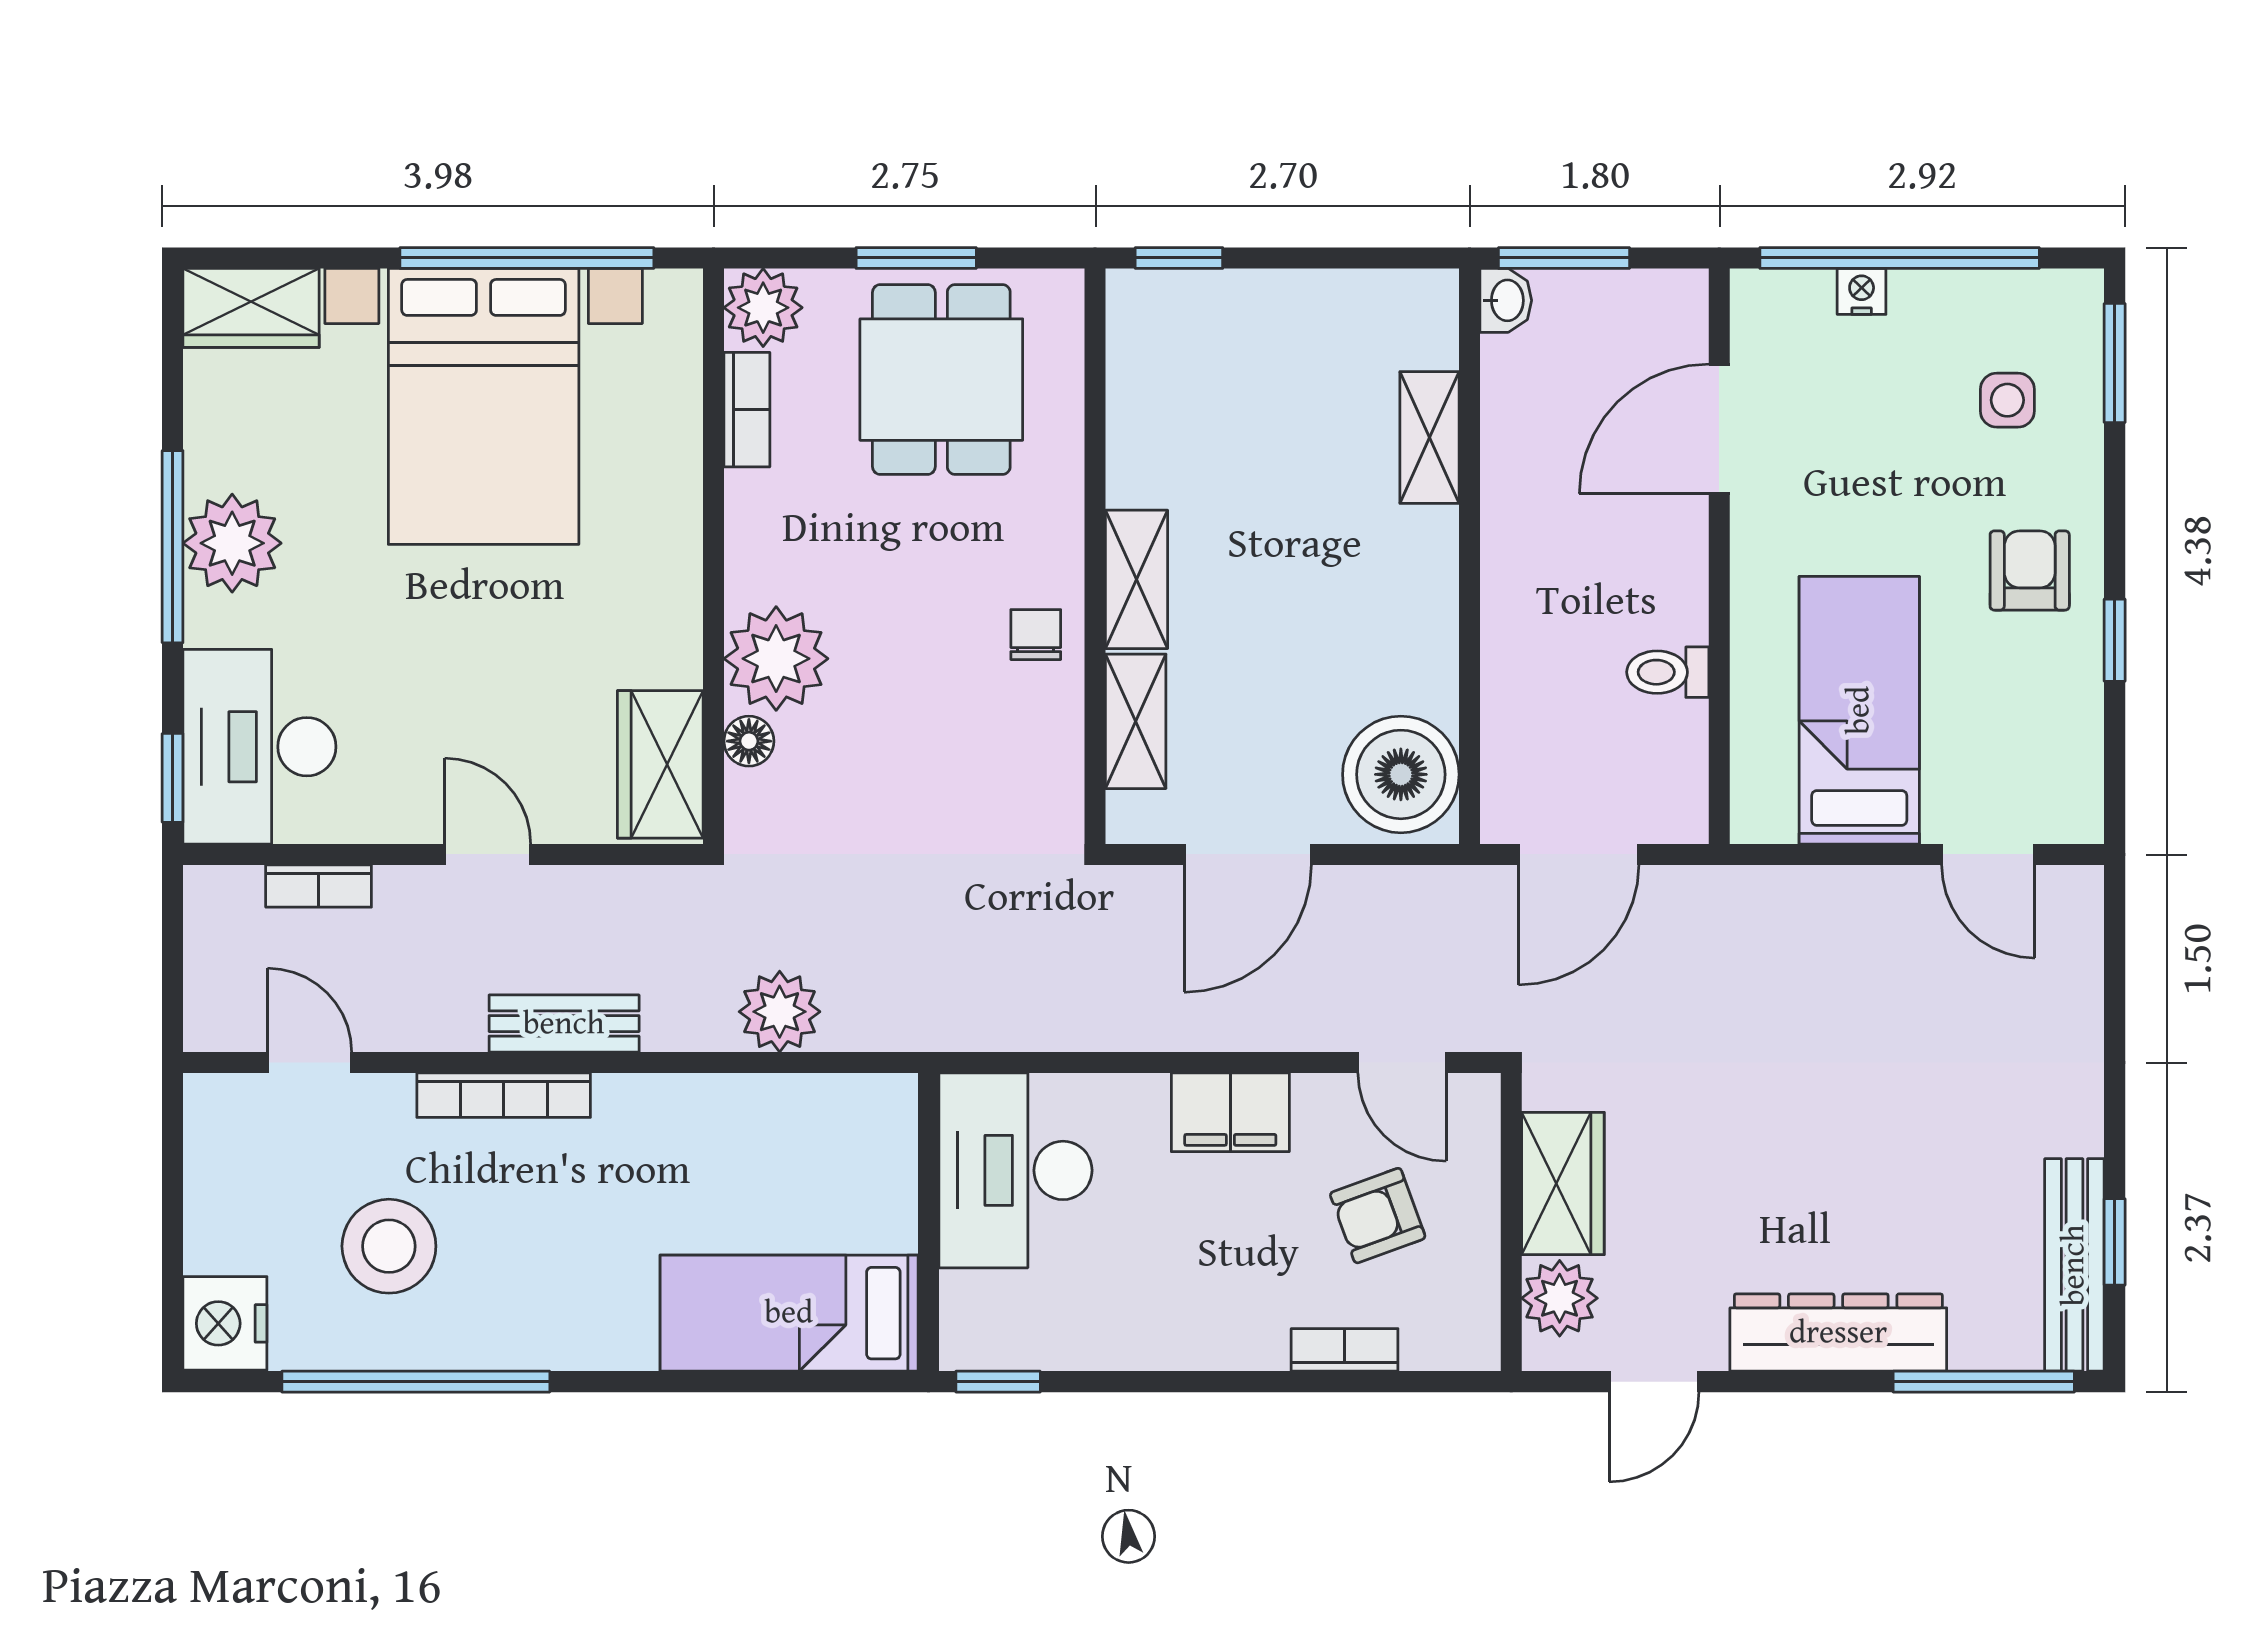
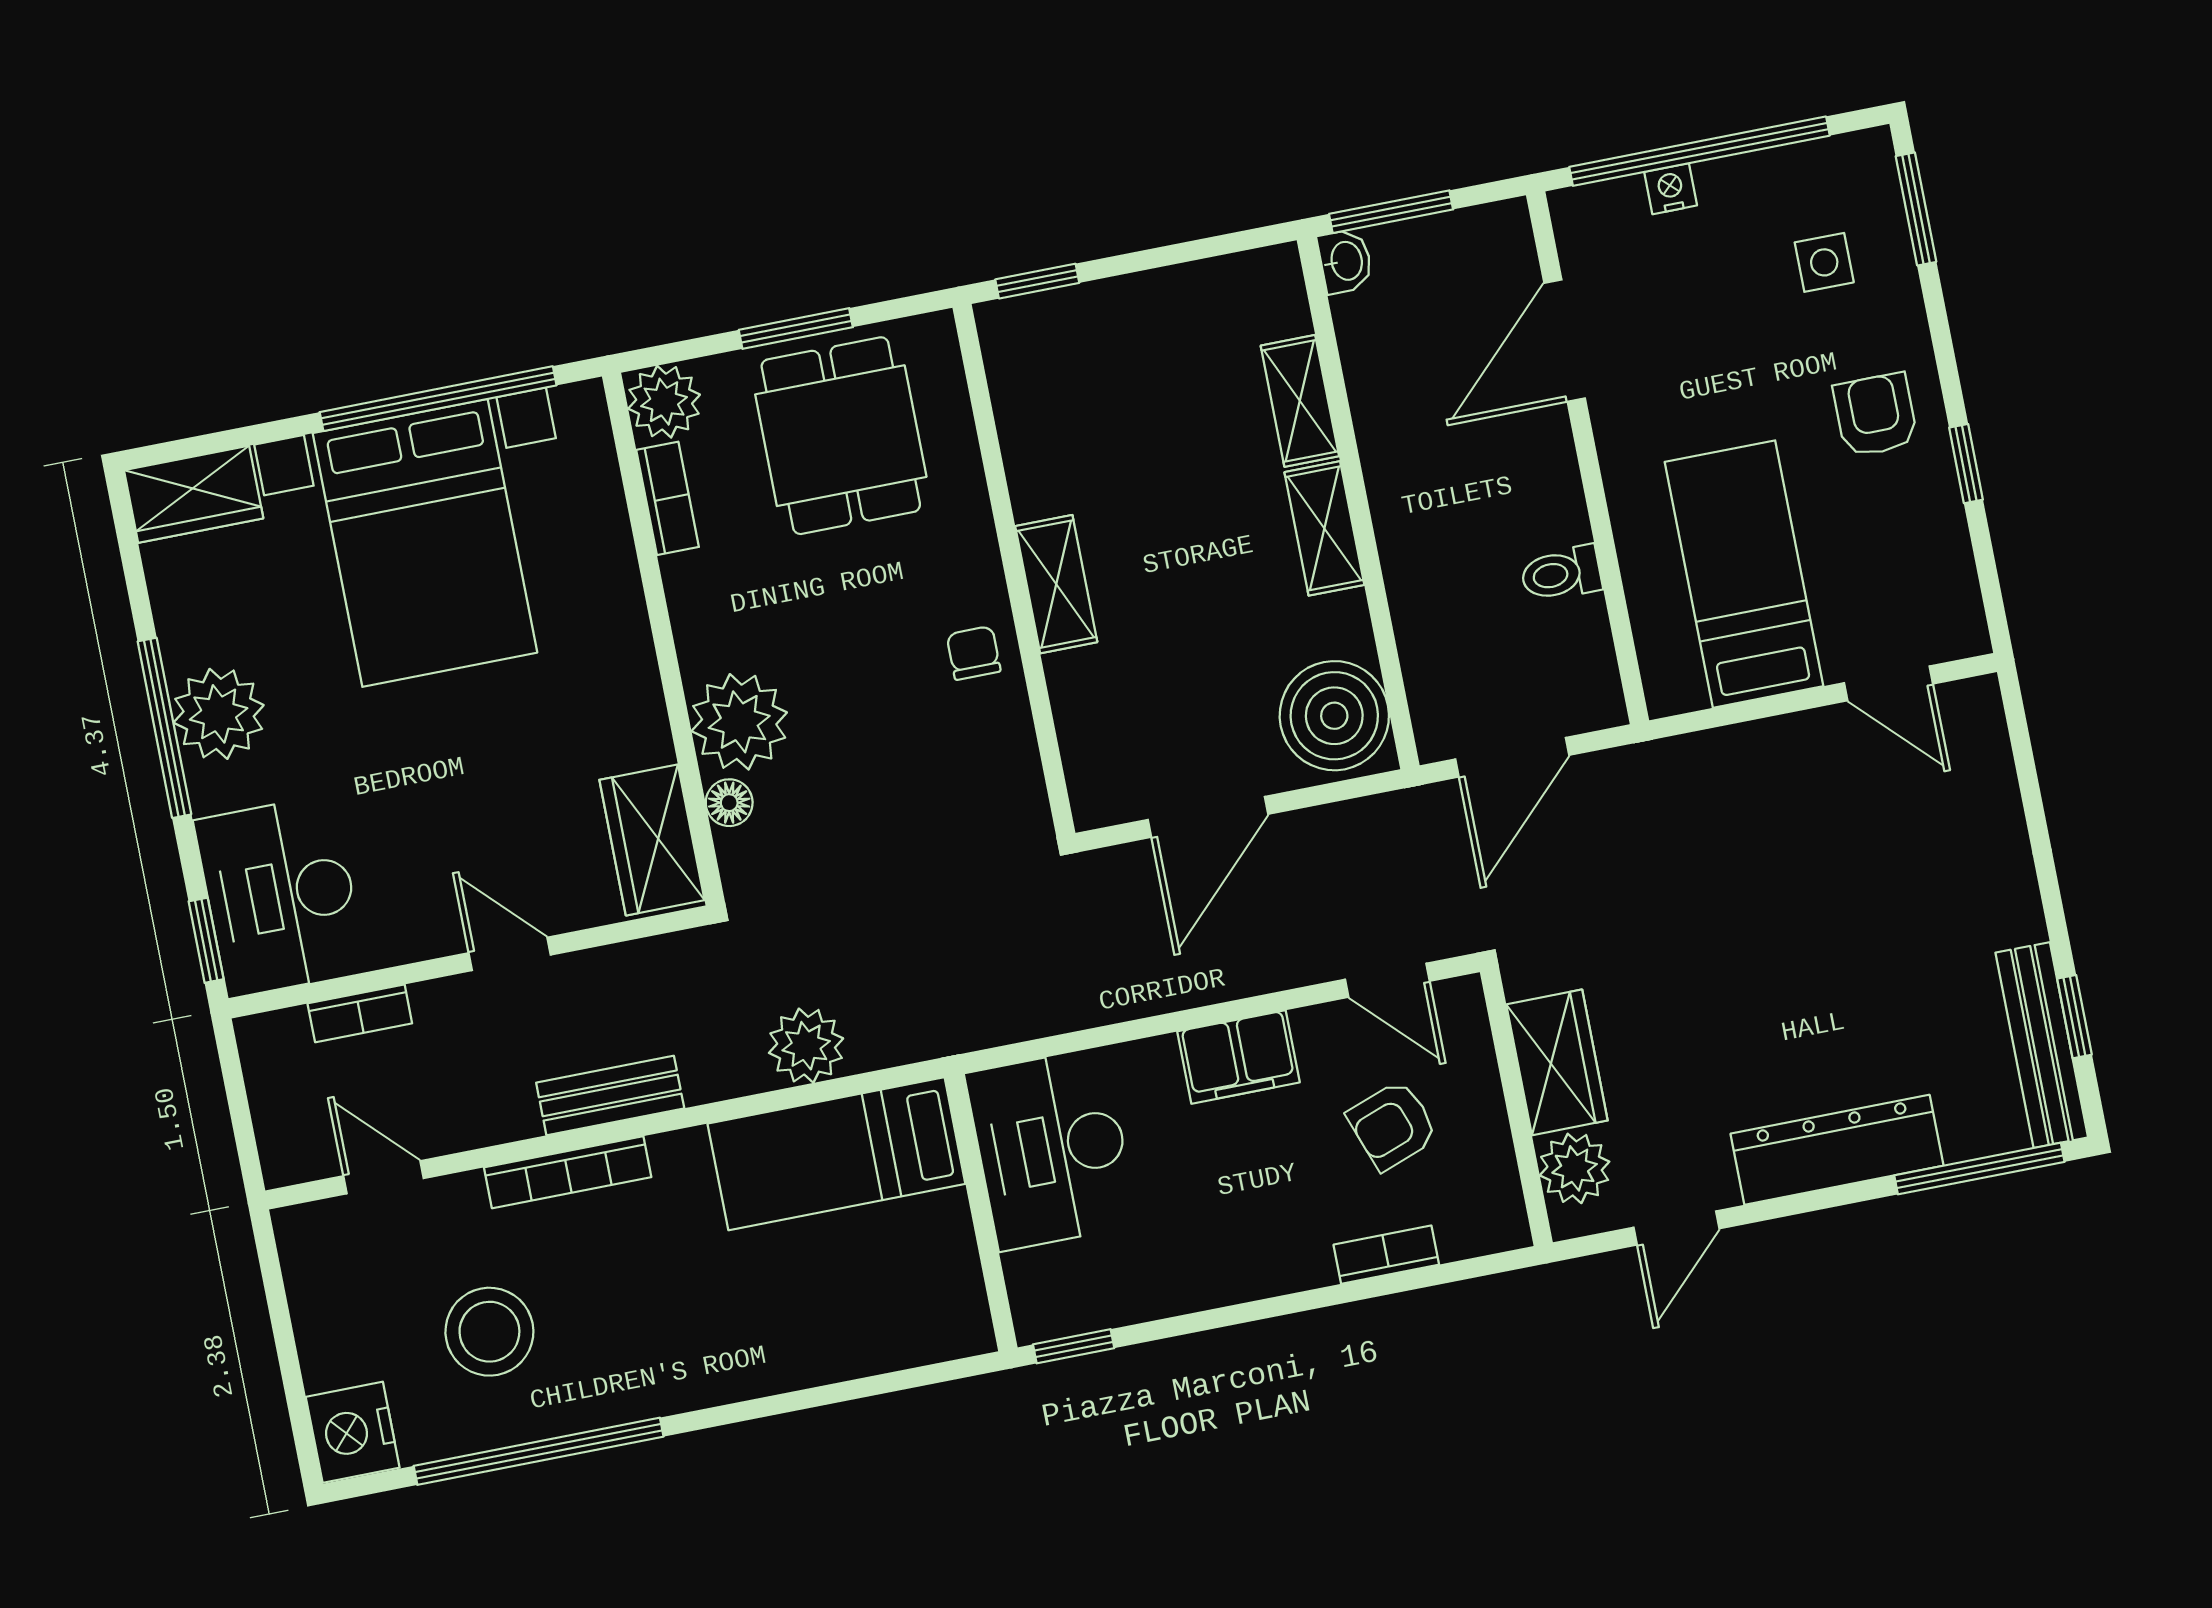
shelving: (1136, 721) -> (1324, 528), moved
bed: (789, 1313) -> (836, 1154), moved

